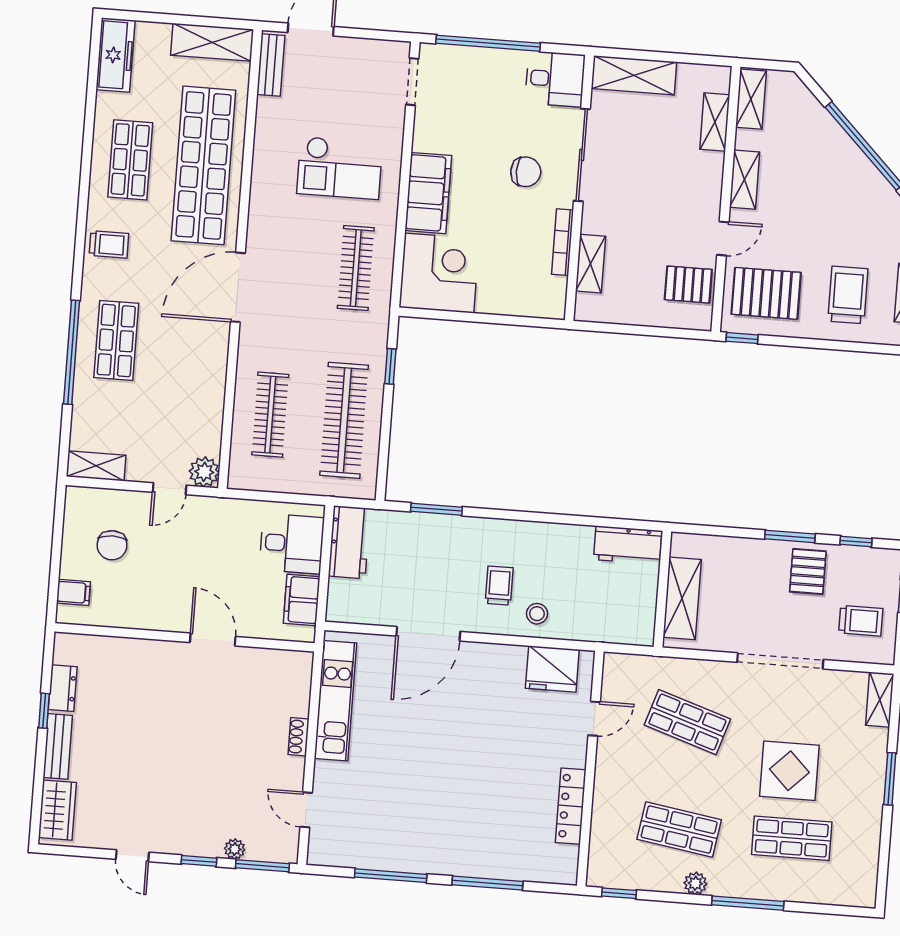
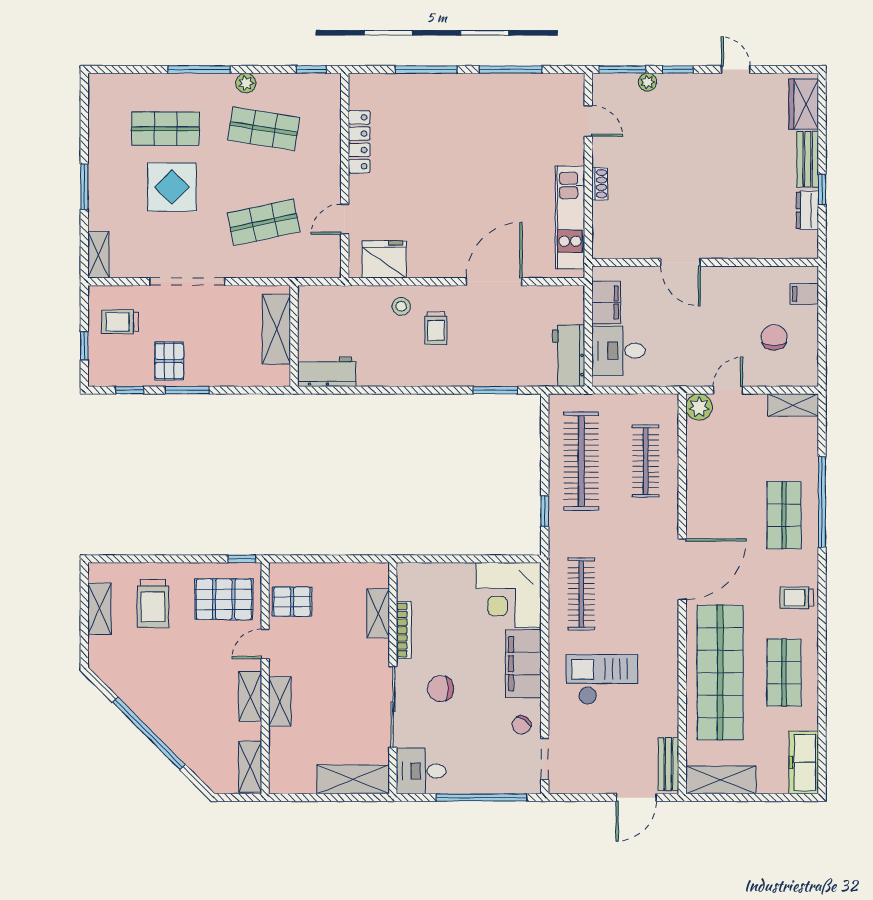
shelving: (715, 122) -> (280, 702), moved
chair: (436, 123) -> (521, 725), added
shop shelf: (687, 722) -> (264, 222), turned -30

